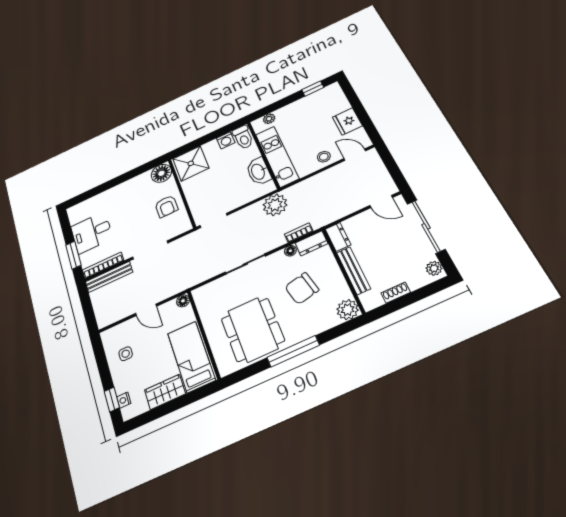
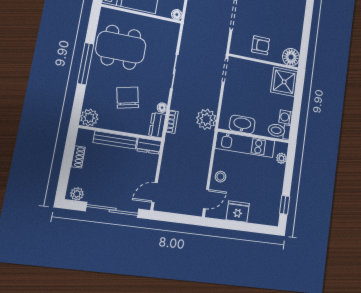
armchair: (166, 206) -> (261, 45), turned 180

